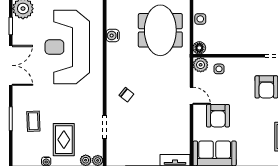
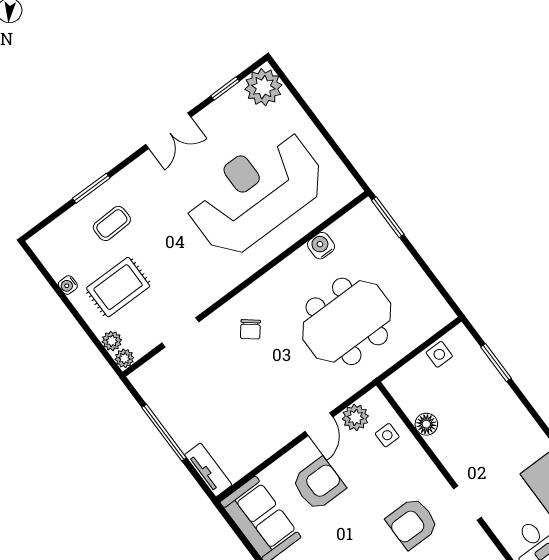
meeting table: (160, 30) -> (347, 321), moved
floor lamp: (199, 48) -> (426, 424), moved
double door: (11, 65) -> (168, 131), width x0.73
plant: (201, 65) -> (355, 417), moved
armchair: (218, 116) -> (318, 484), turned 180

